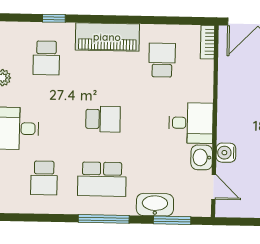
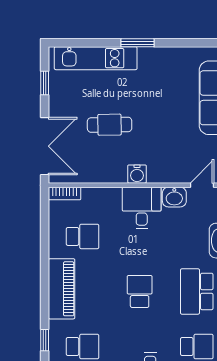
school desk: (162, 60) -> (82, 236), turned 180
water cooler: (226, 153) -> (137, 174), moved
school desk: (102, 179) -> (197, 291), turned 180

